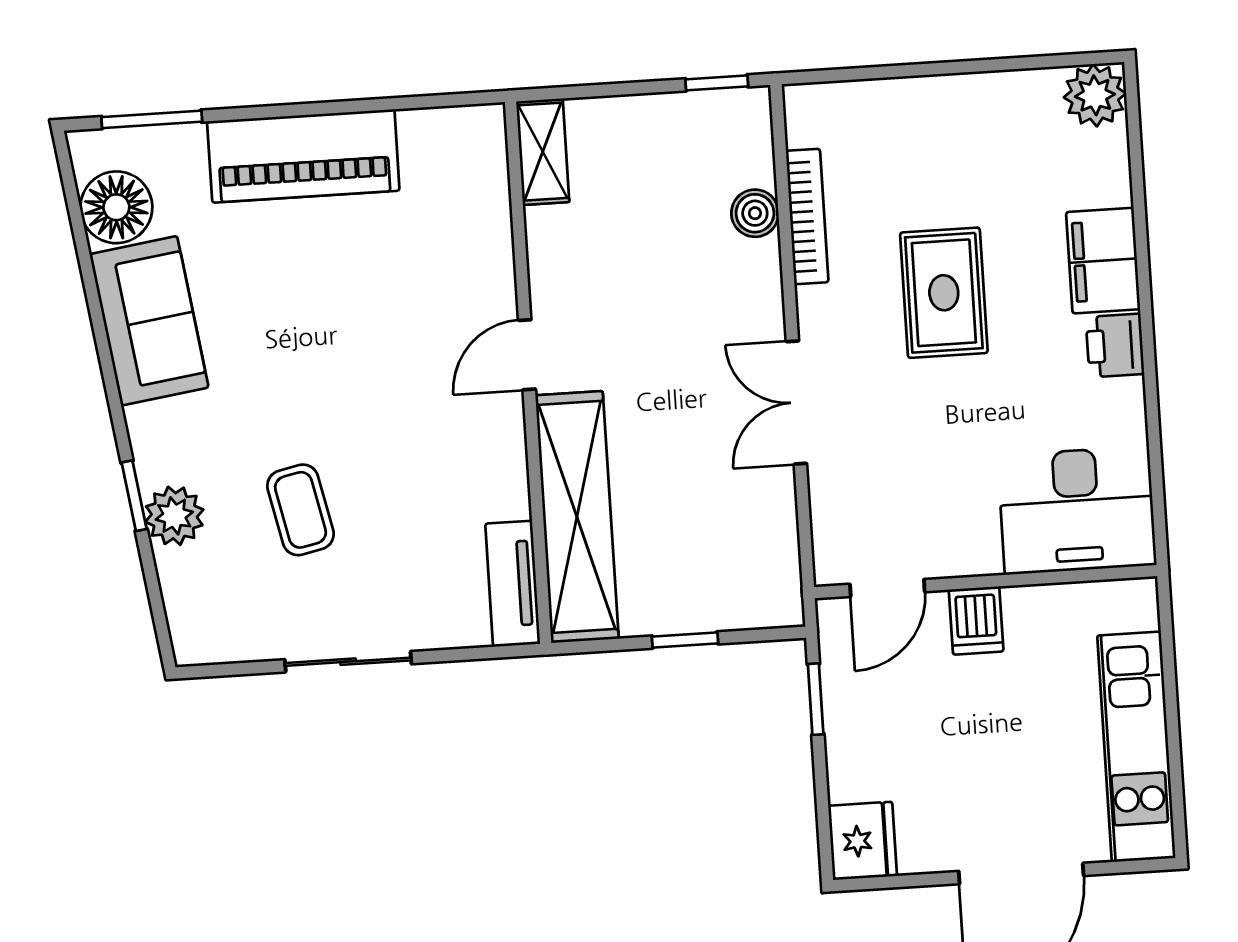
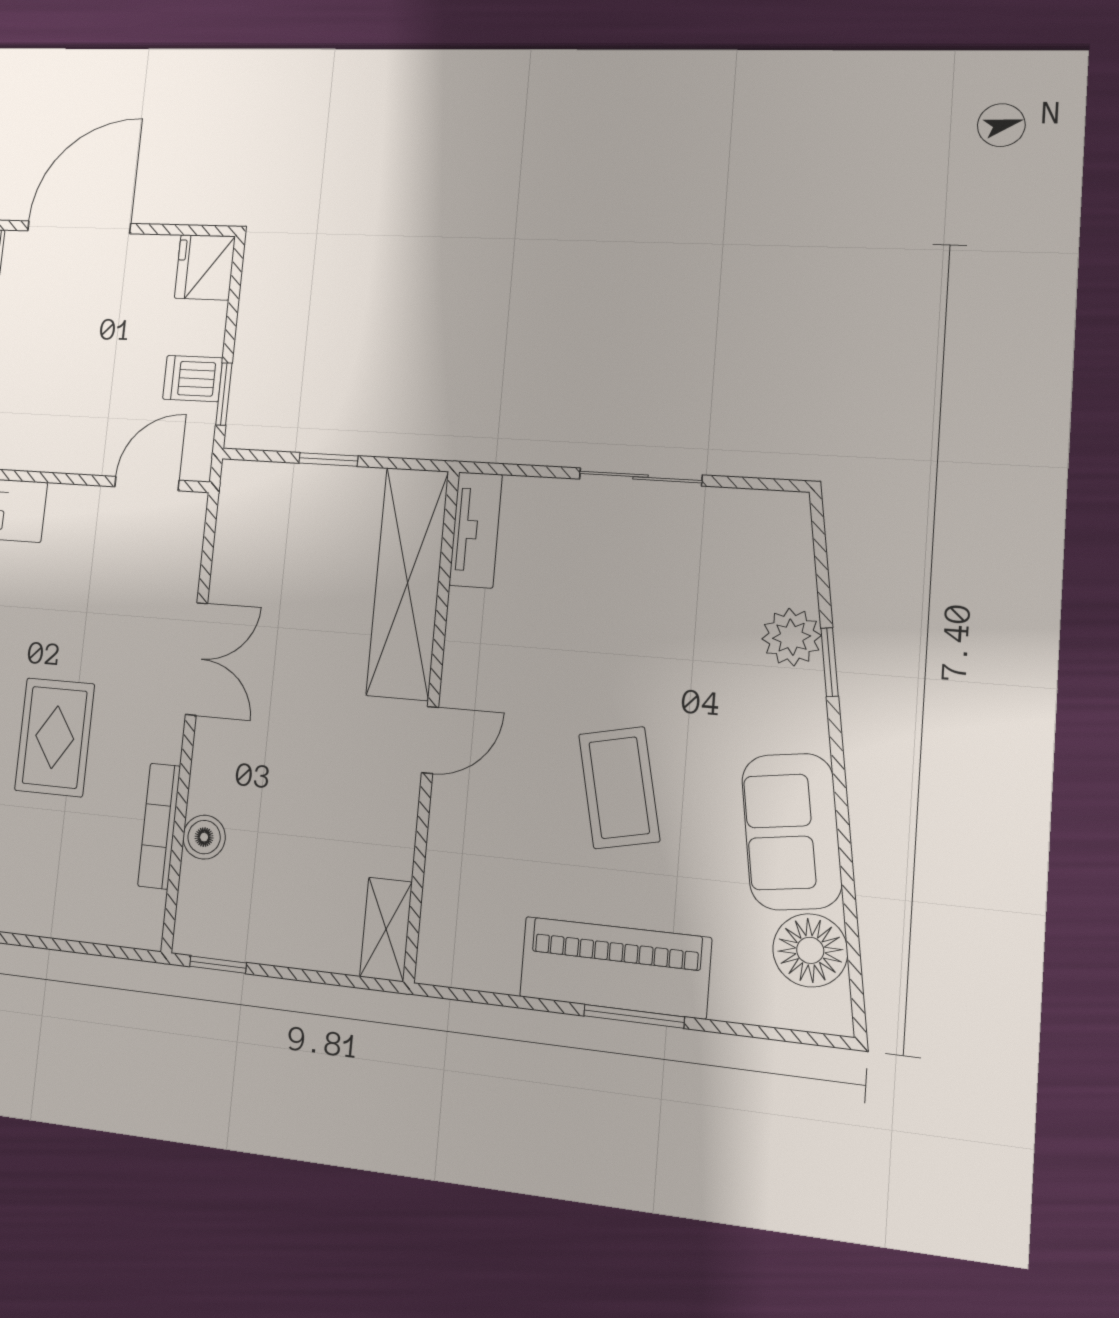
window: (152, 119) -> (634, 1016), moved
coffee table: (301, 510) -> (619, 788), moved, width x1.36, depth x1.30
dishwasher: (976, 621) -> (193, 379), moved, turned -90

